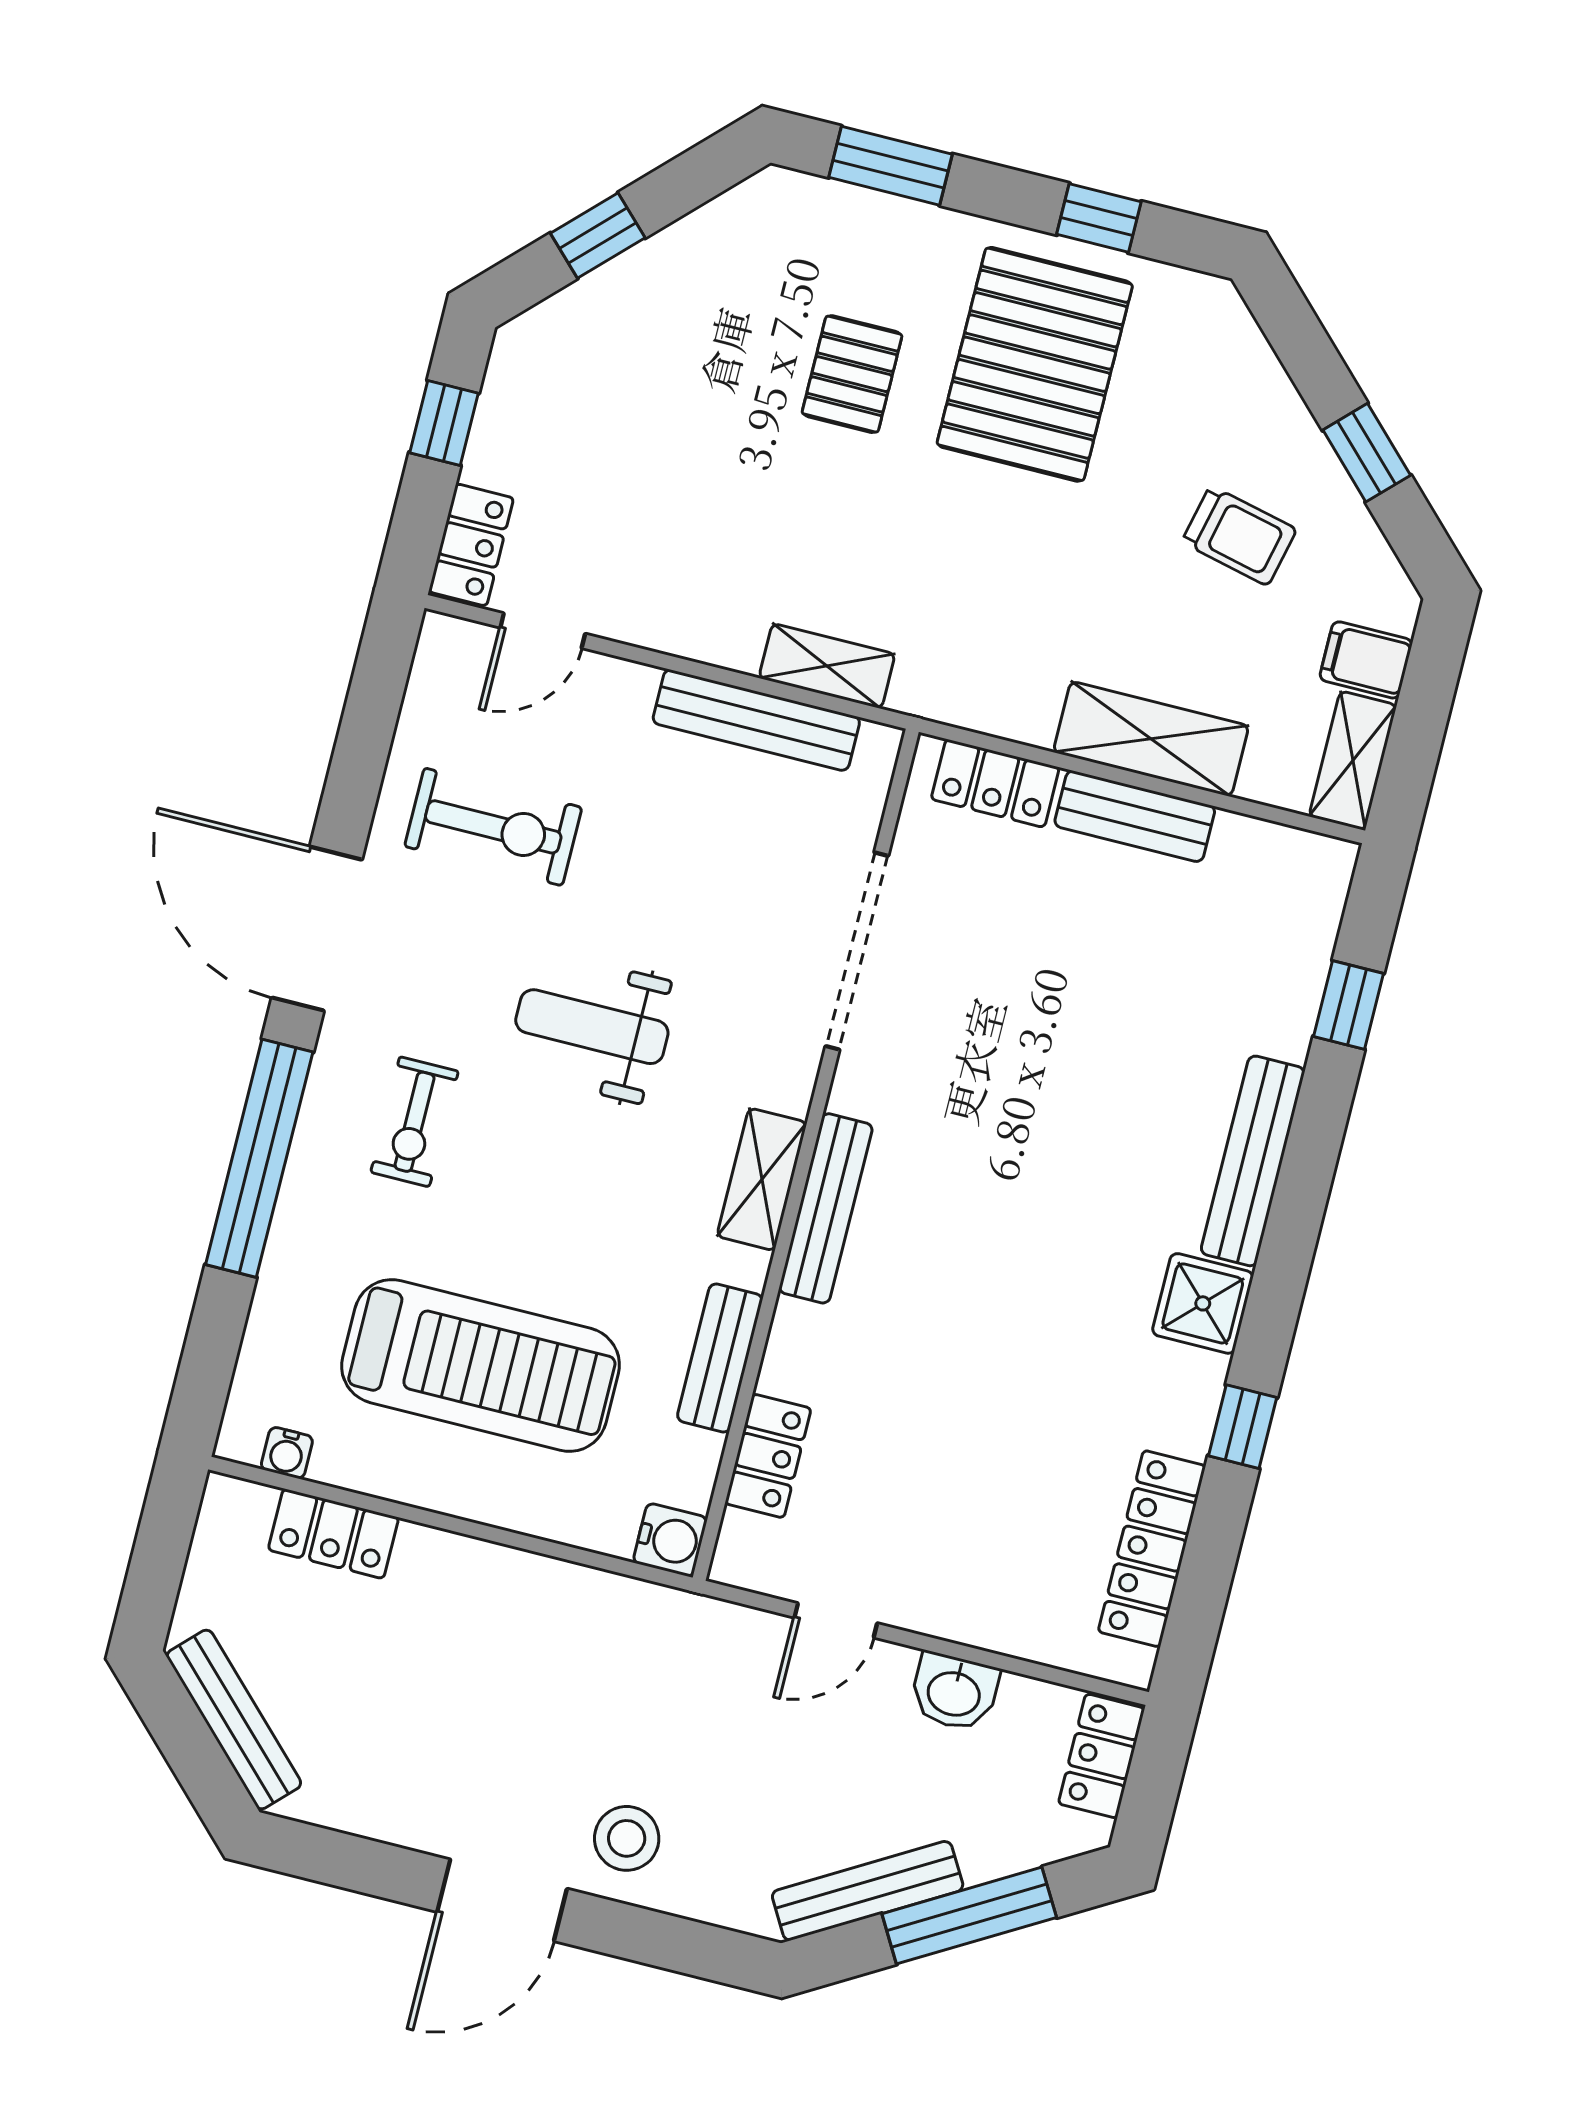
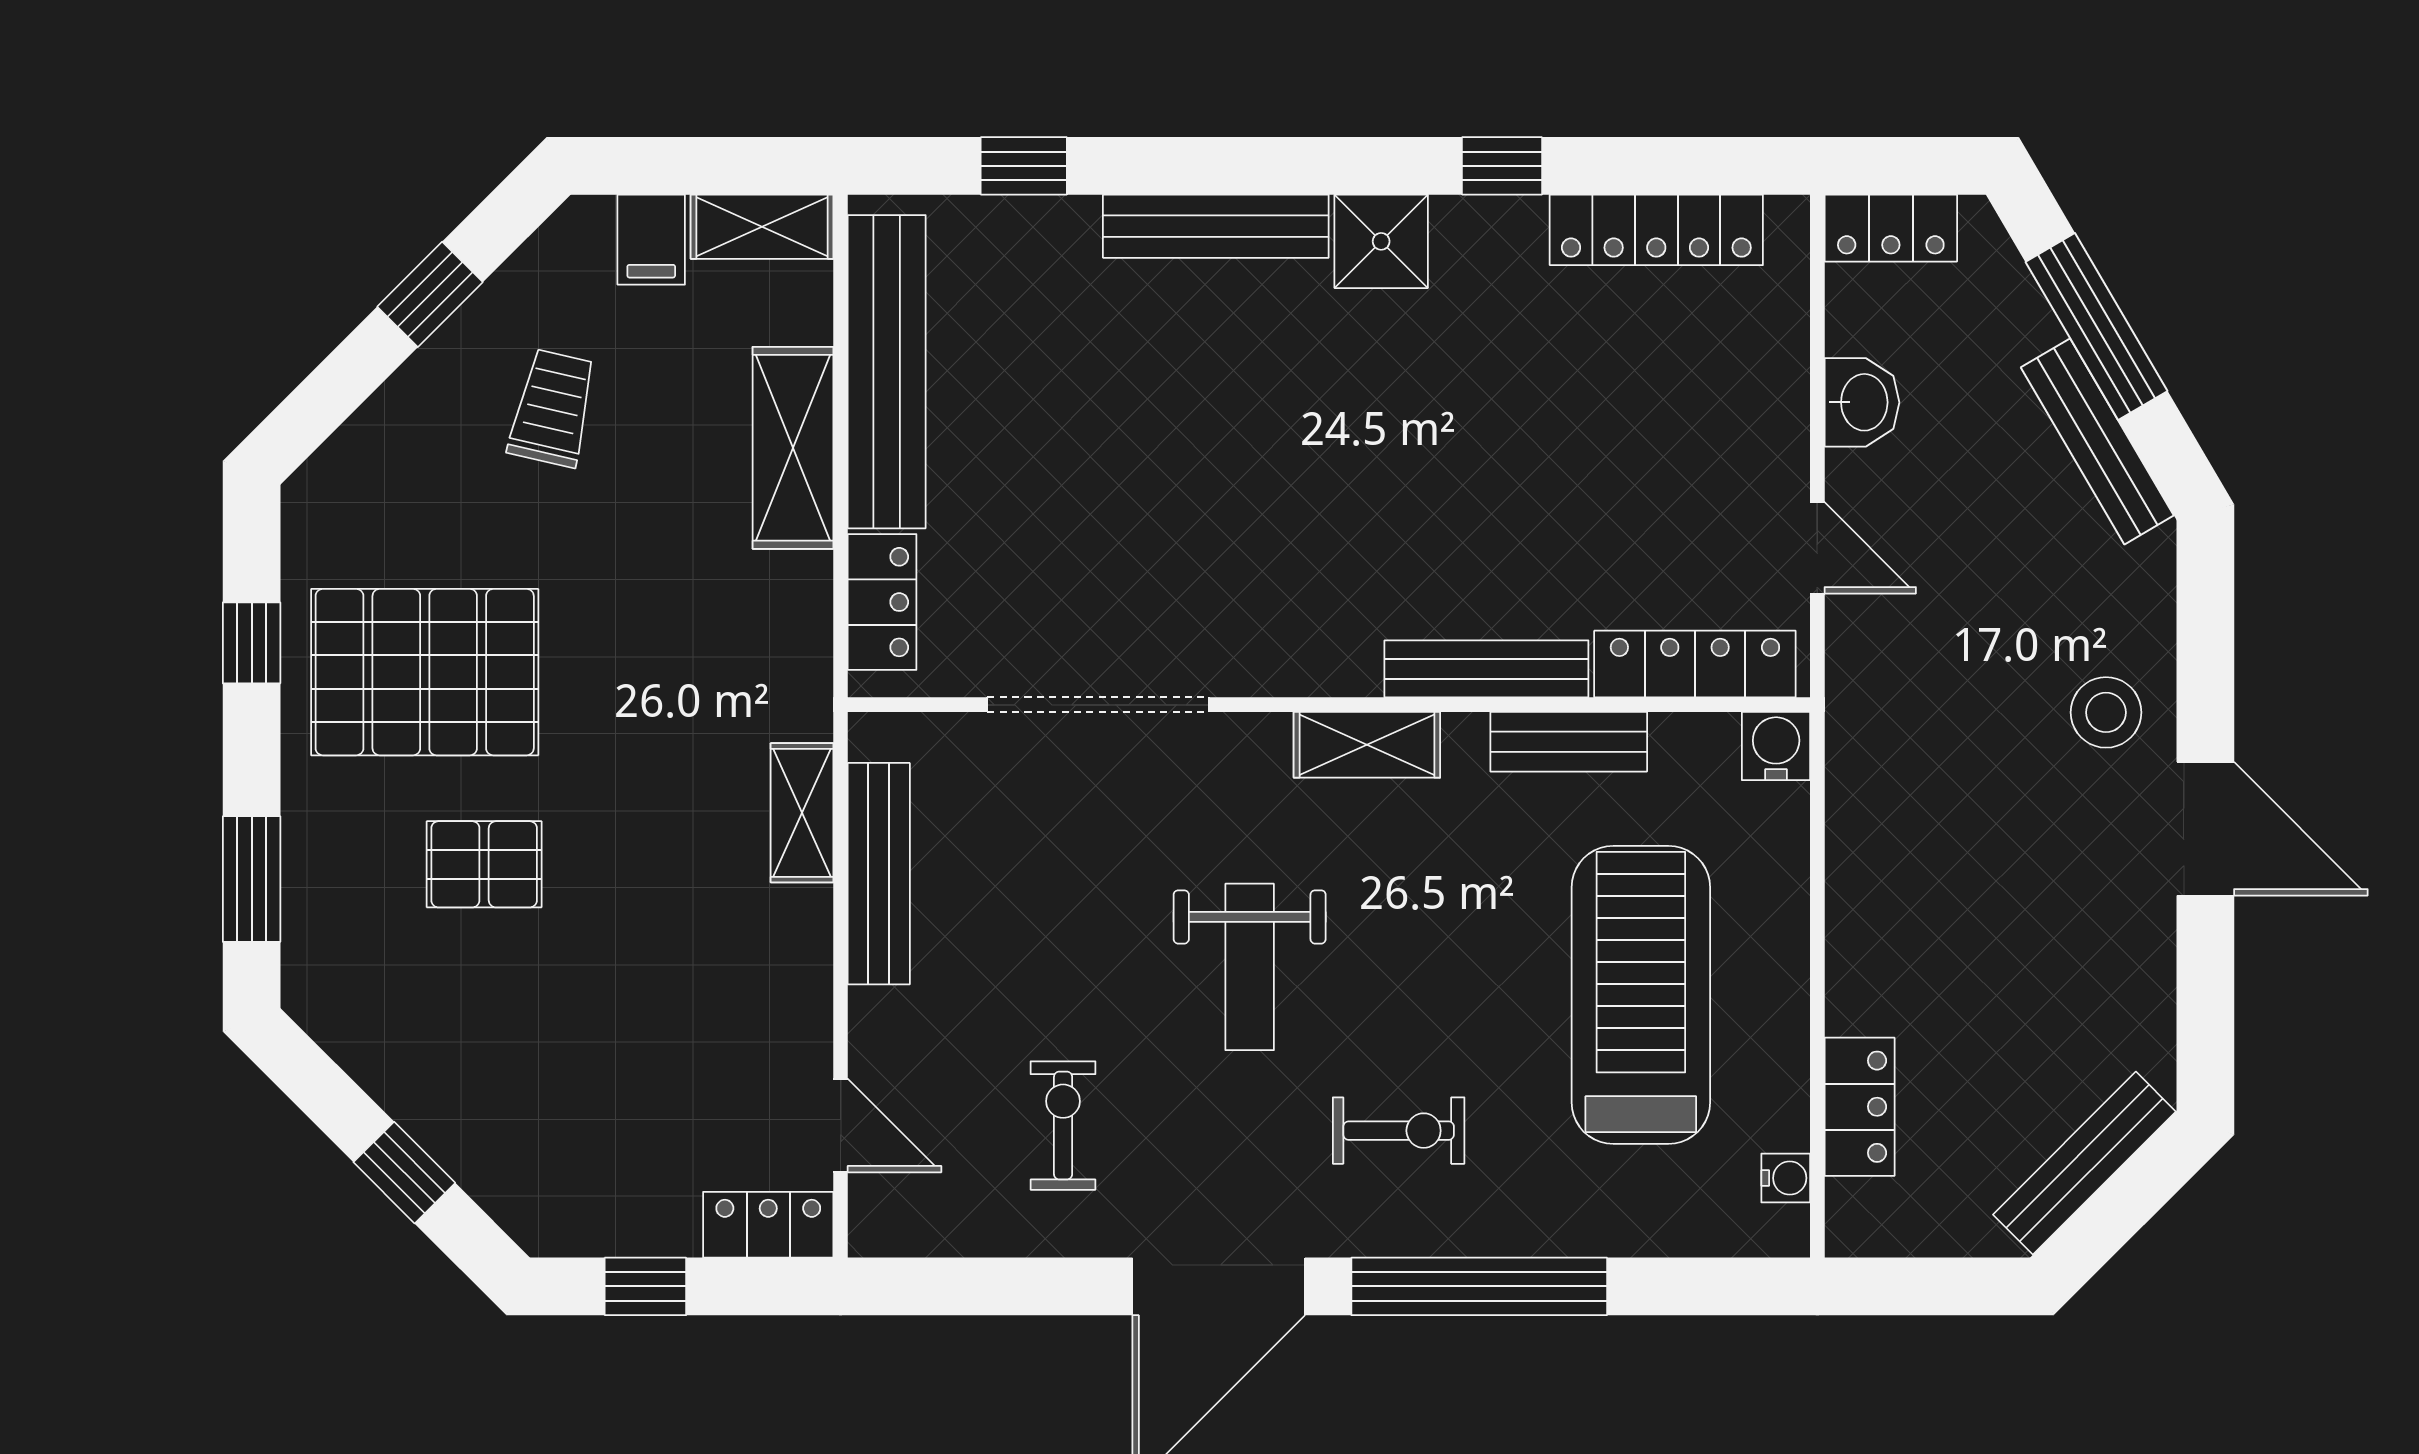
bench: (1135, 816) -> (887, 372), width x1.86, depth x1.21
exercise bike: (493, 827) -> (1063, 1126), width x0.73, depth x0.72
bench: (826, 1208) -> (1486, 669), moved
locker: (768, 1456) -> (1695, 664), width x1.53

